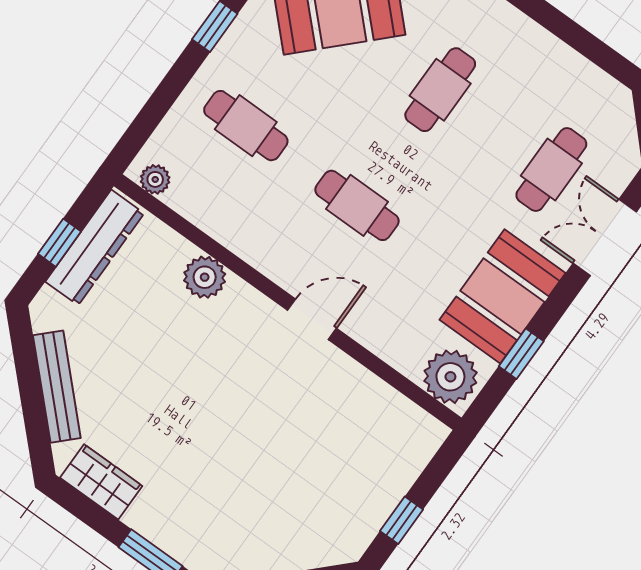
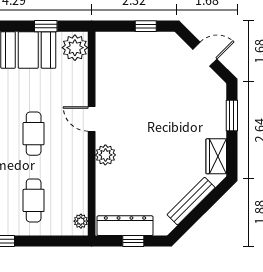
plant: (205, 277) -> (105, 155), moved

